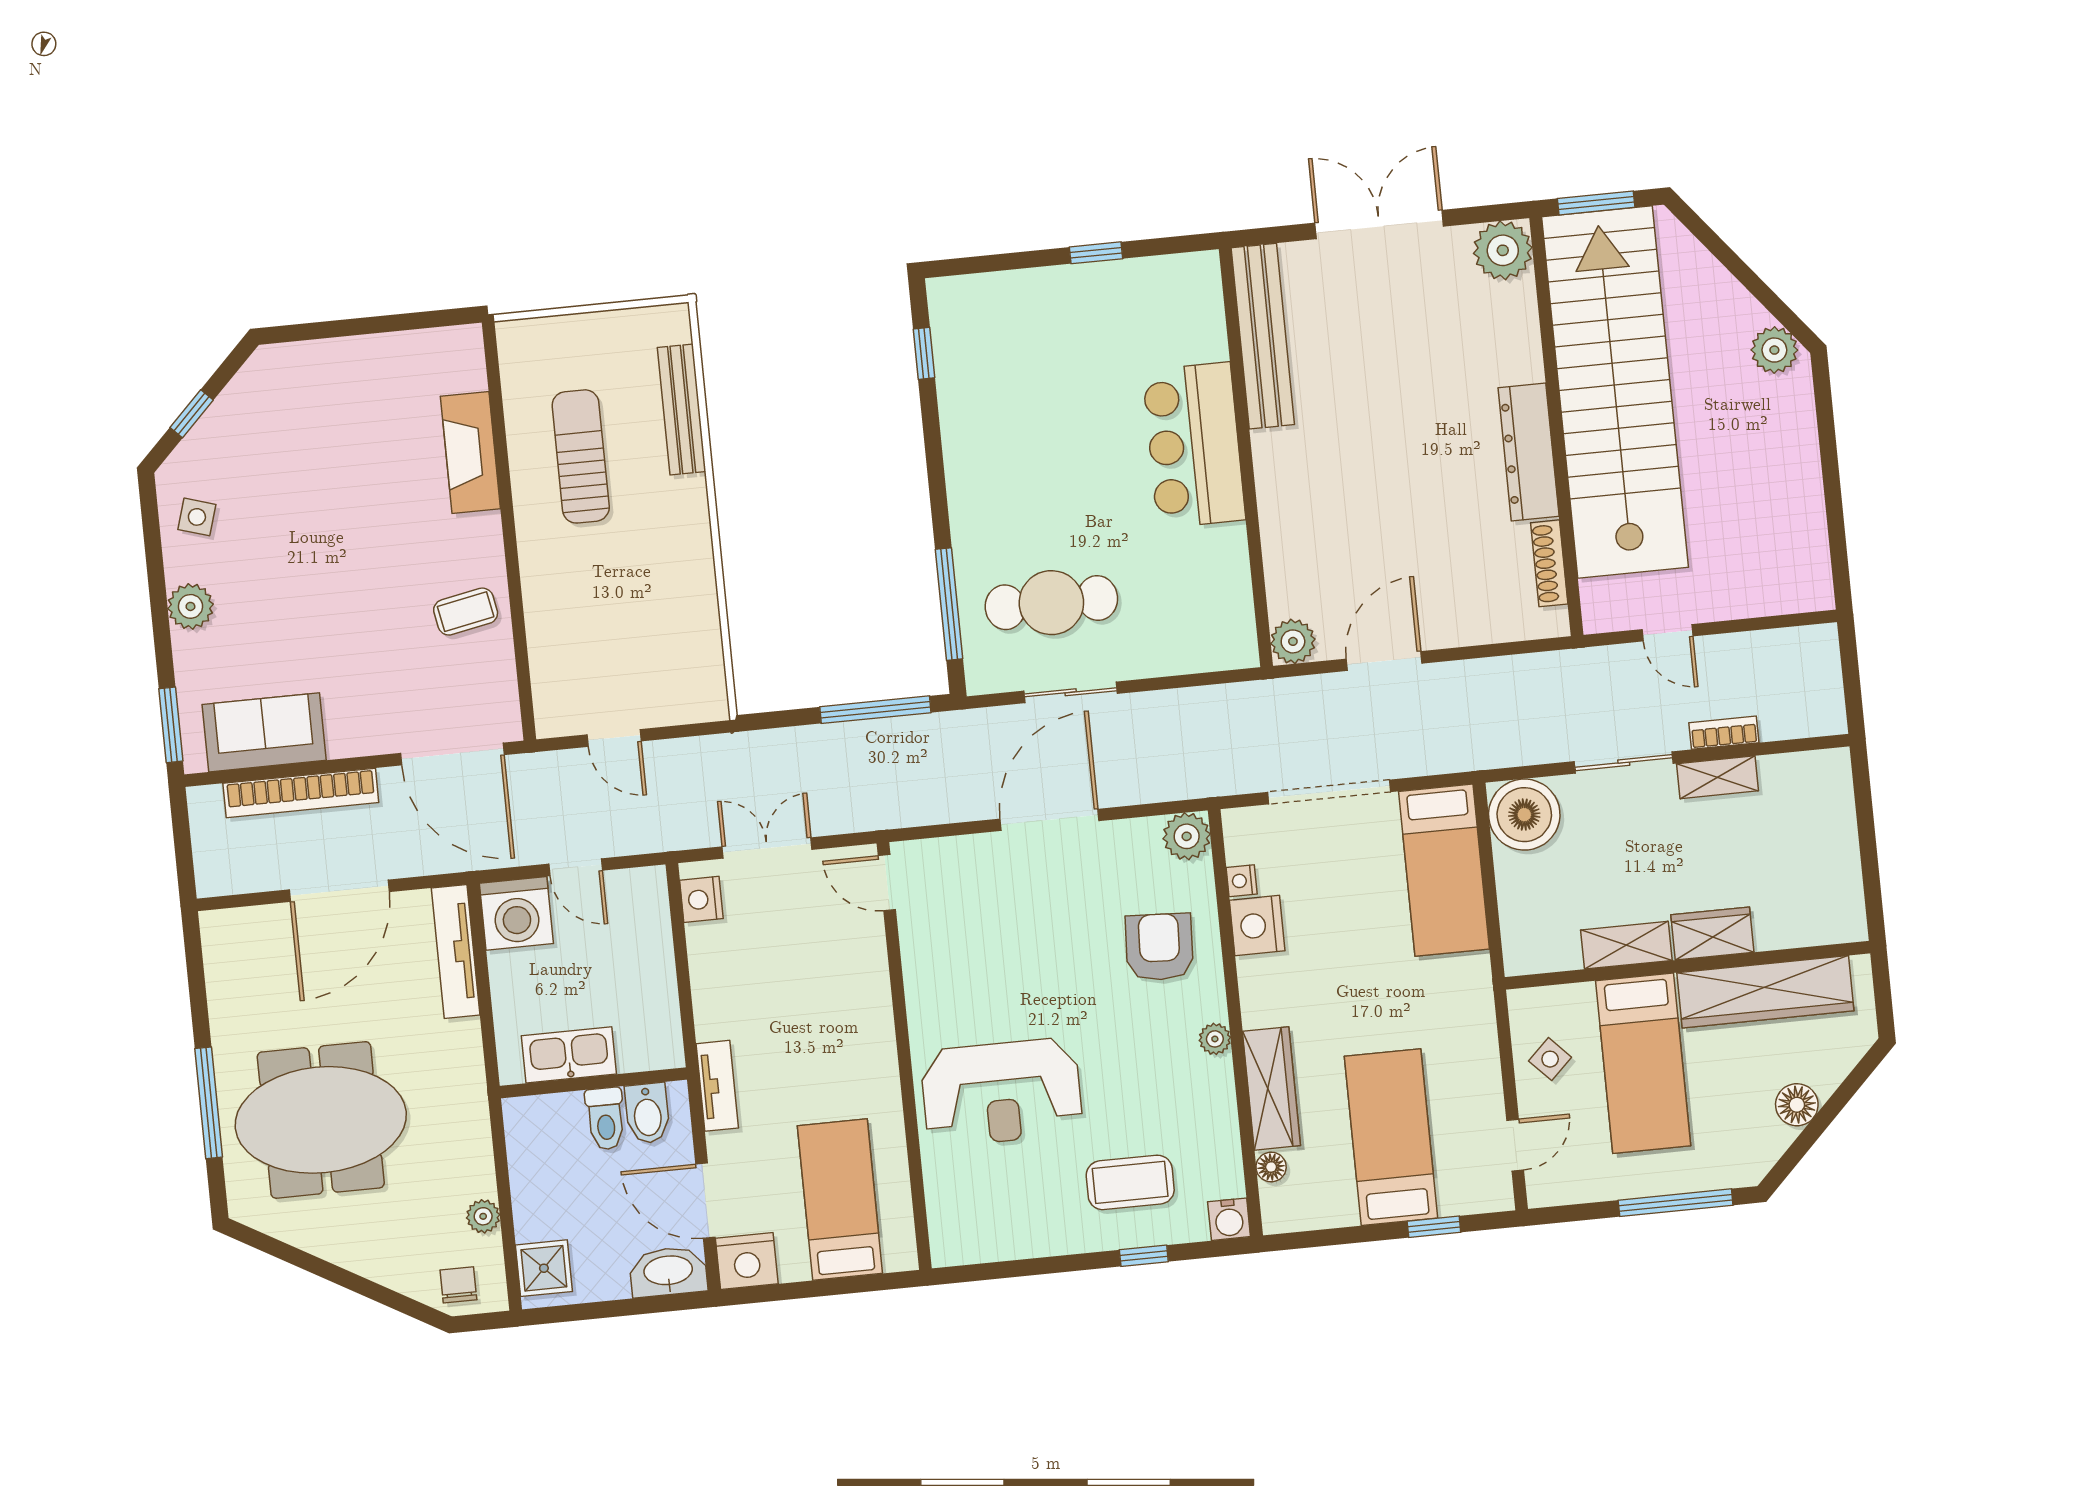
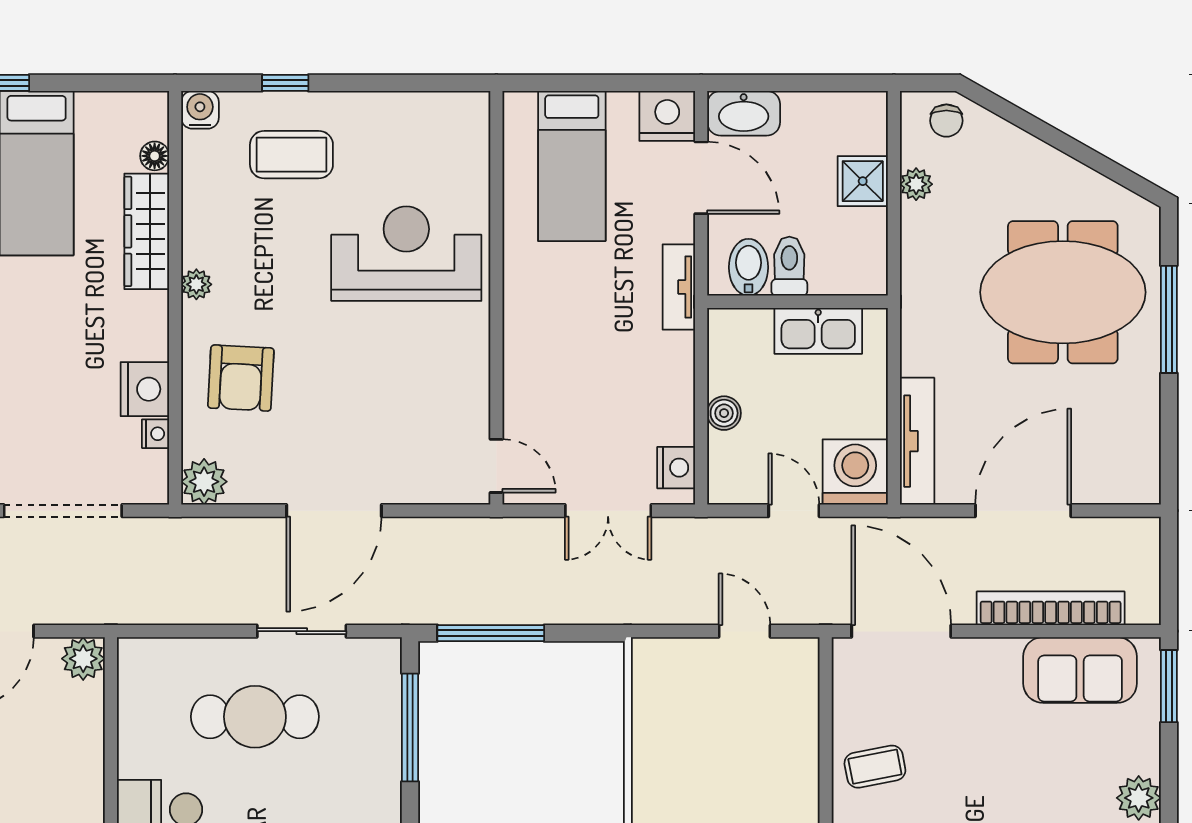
cafe table: (1051, 603) -> (255, 717), moved
boiler: (658, 960) -> (724, 413), added
shower: (544, 1268) -> (863, 181), moved

